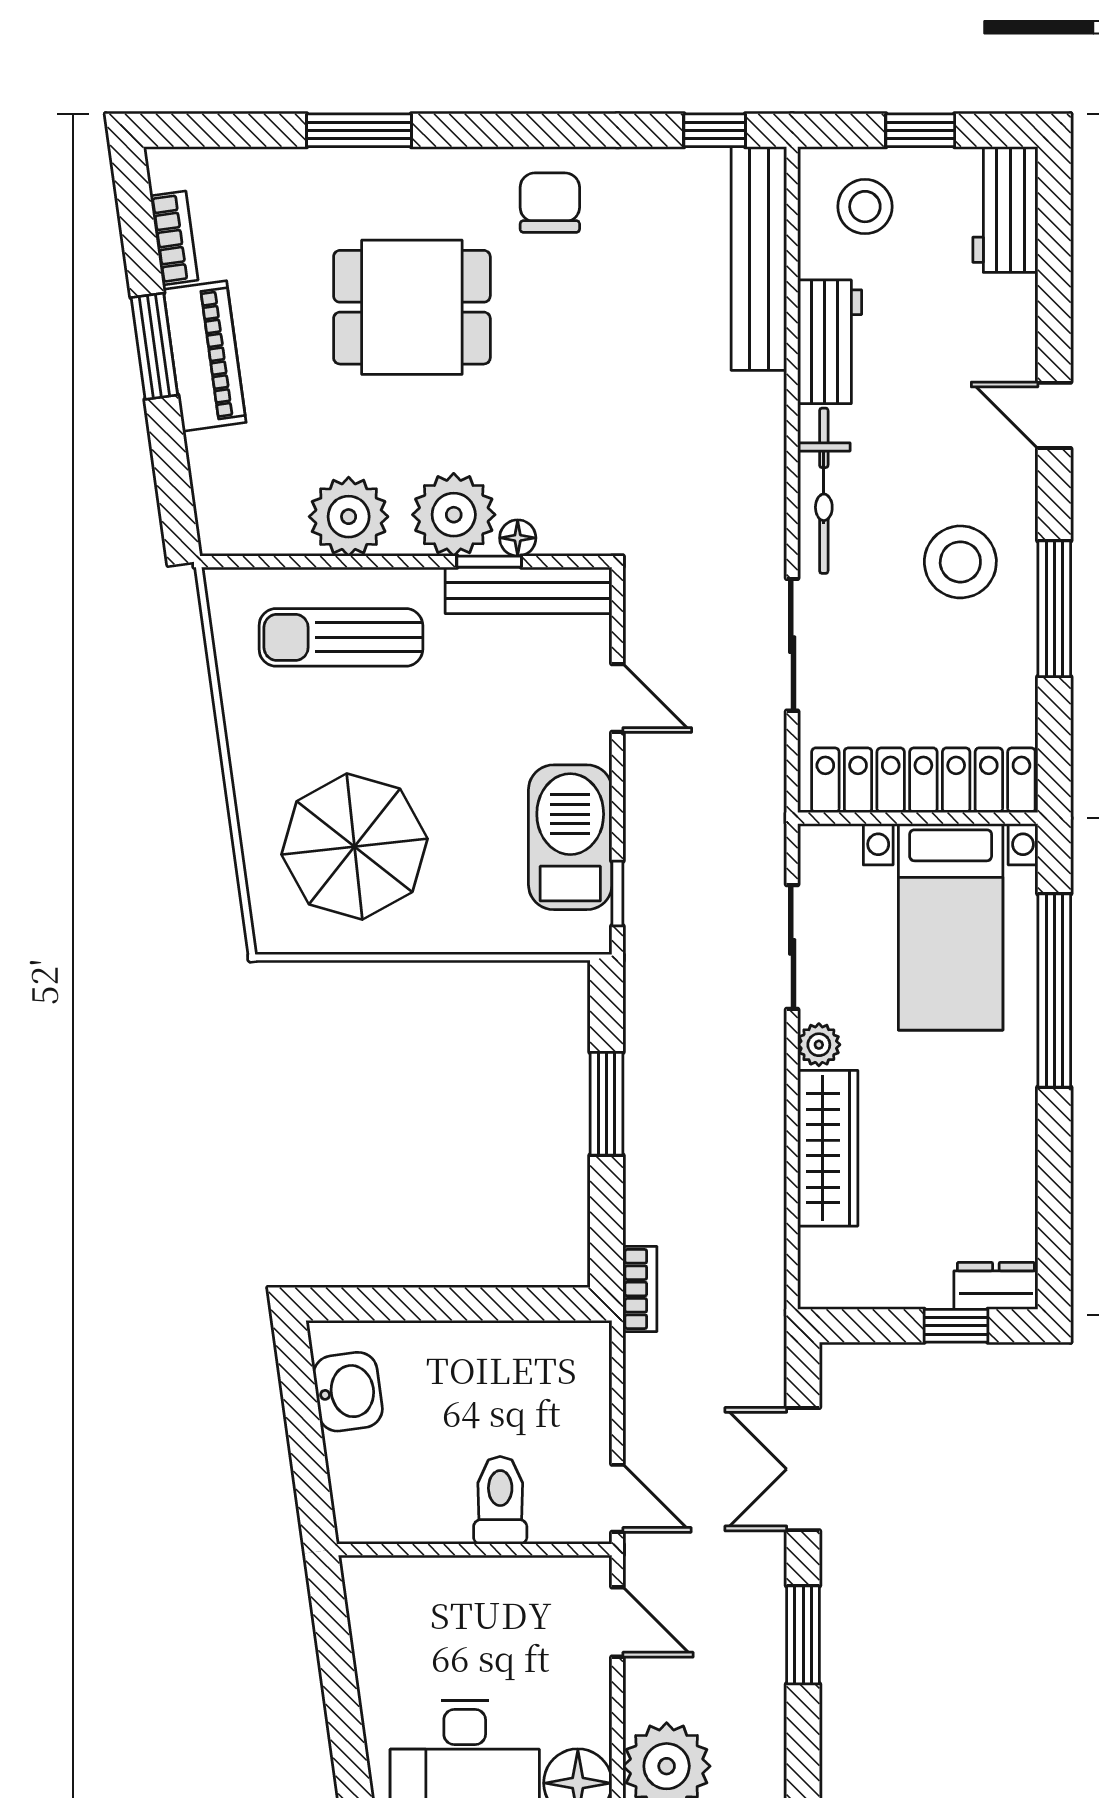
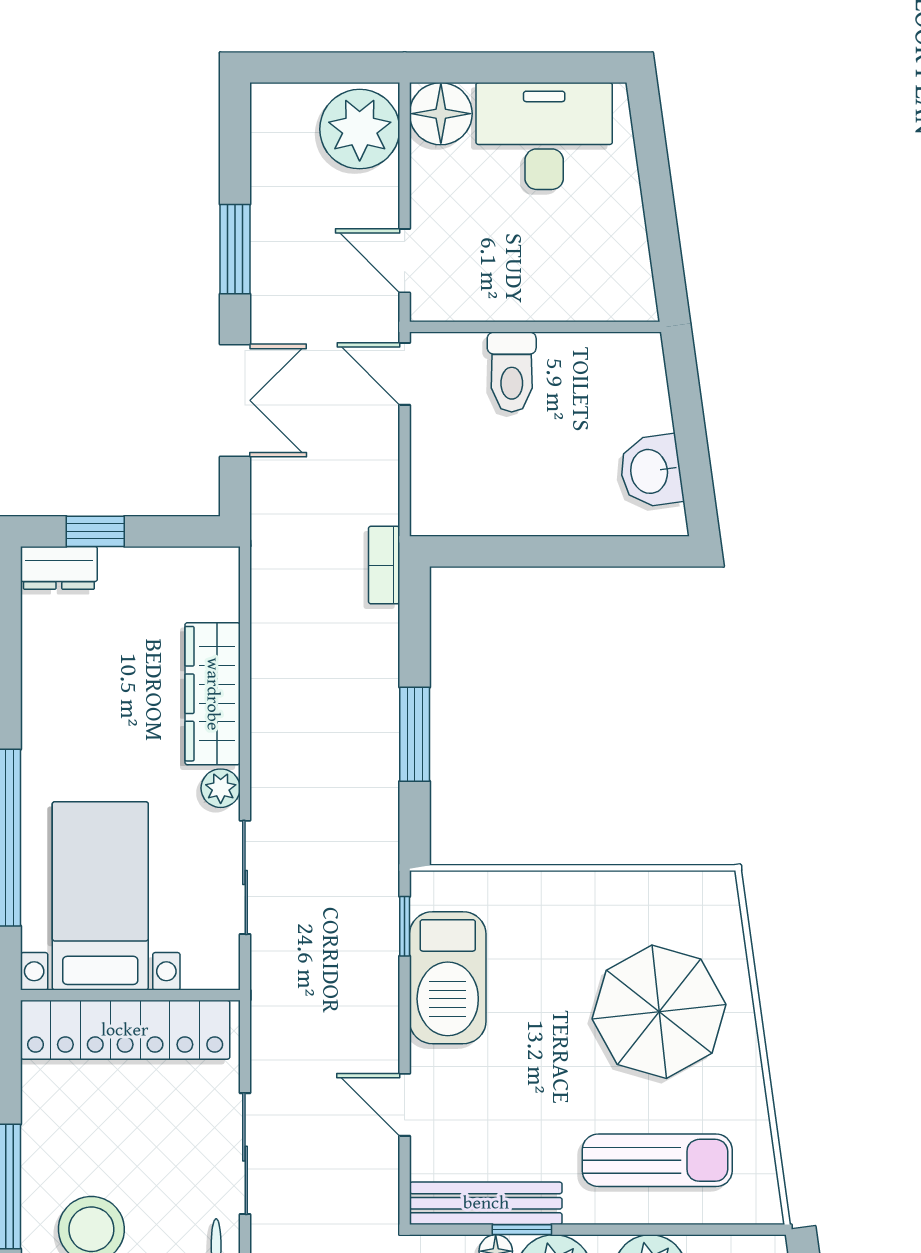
parasol: (355, 847) -> (659, 1012), moved

